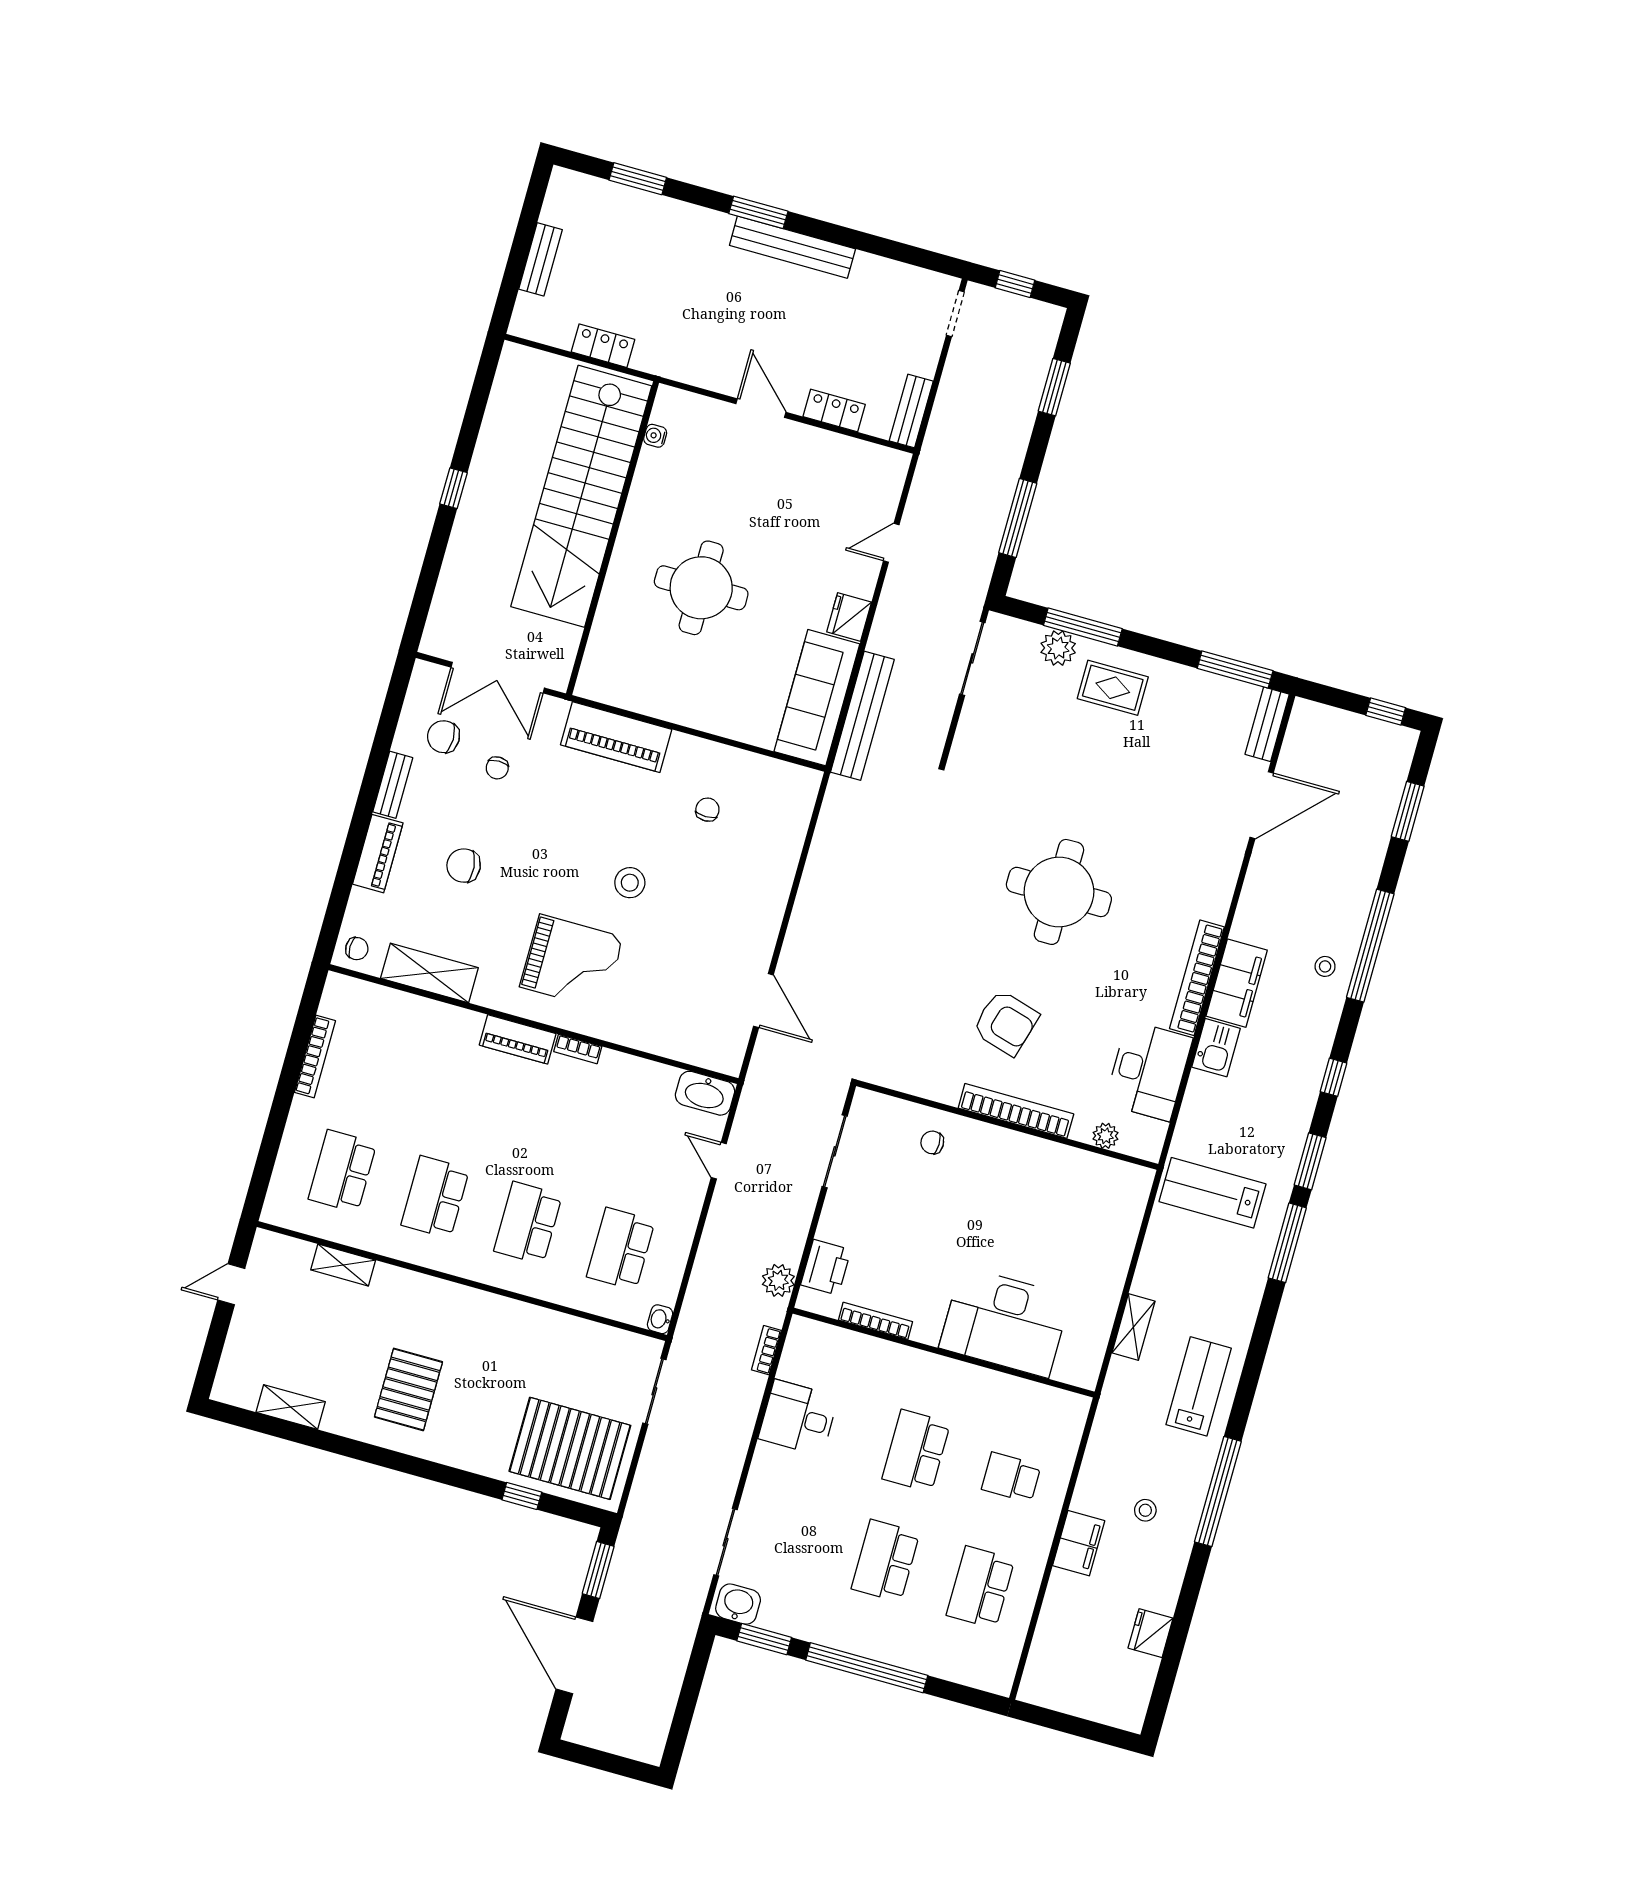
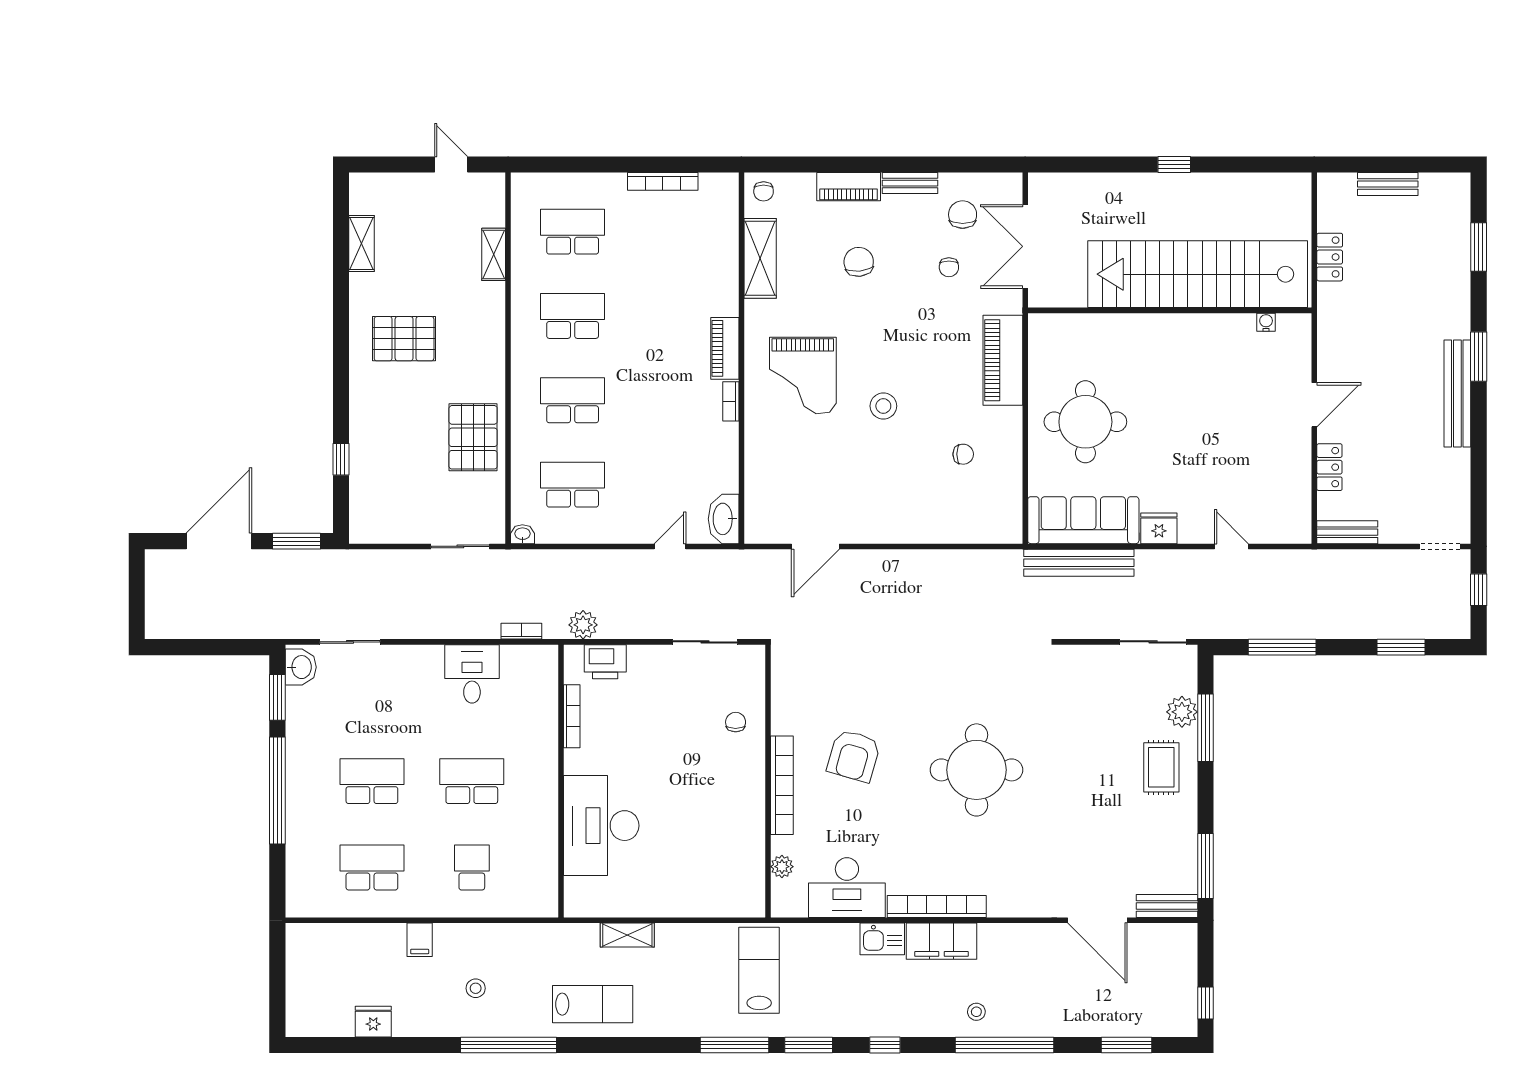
round table: (701, 588) -> (1085, 422), moved
chair: (497, 768) -> (949, 267), turned -90
pallet: (570, 1448) -> (473, 437), moved, width x0.73, depth x0.71
filing cabinet: (1079, 1543) -> (420, 940), width x0.50

